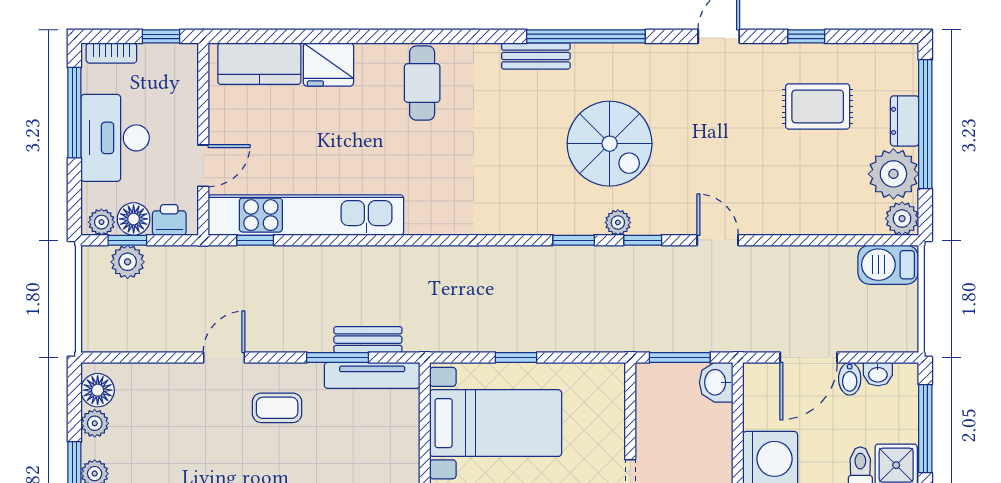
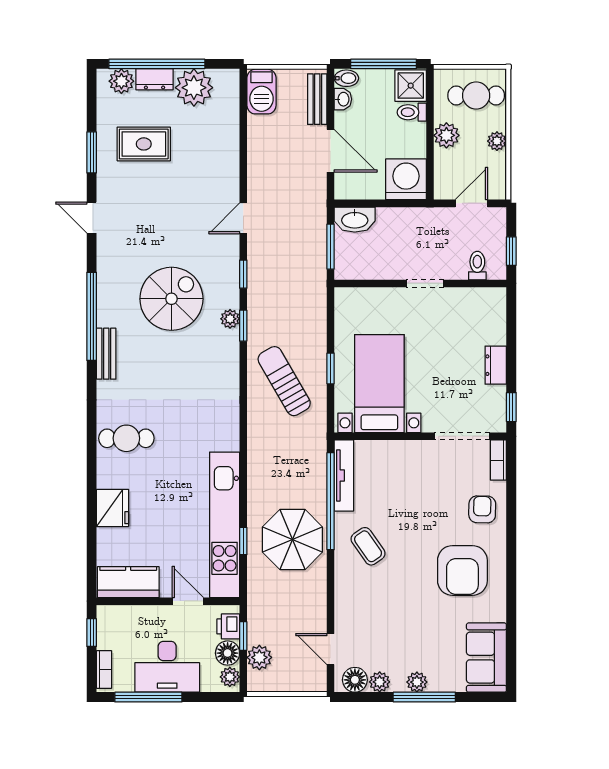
window: (806, 36) -> (92, 152), width x1.50
kitchen counter: (259, 64) -> (128, 582), moved, turned -90
rug: (818, 106) -> (144, 144), turned 90
plant: (902, 219) -> (121, 81), moved
plant: (618, 222) -> (230, 319), moved
window: (127, 240) -> (243, 636), moved
window: (255, 240) -> (243, 541), moved
sun lounger: (499, 295) -> (284, 381), added
parasol: (286, 306) -> (292, 540), added
bench: (368, 340) -> (317, 99), moved
door: (224, 358) -> (331, 649), moved
window: (338, 358) -> (331, 501), width x2.11
bidet: (850, 379) -> (346, 78), moved
washbasin: (716, 382) -> (355, 220), width x1.38
coffee table: (277, 408) -> (368, 546), turned -35

